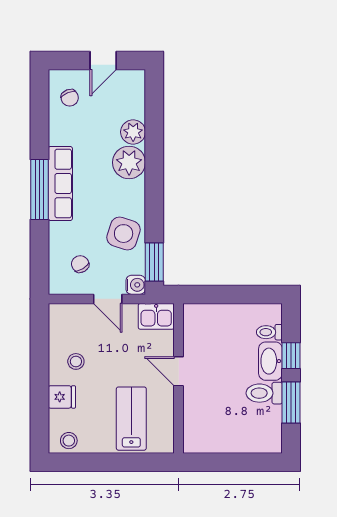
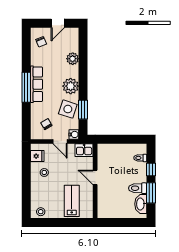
plant: (129, 162) -> (71, 86), moved
window: (154, 262) -> (83, 110), moved
washbasin: (270, 361) -> (141, 204), moved
fridge: (62, 397) -> (37, 156), moved

